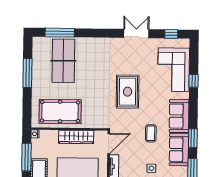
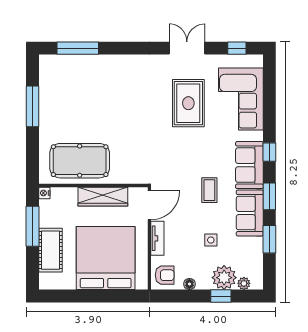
table tennis table: (63, 61) -> (83, 88), removed
window: (194, 81) -> (269, 152), moved
rug: (128, 92) -> (188, 103), moved

